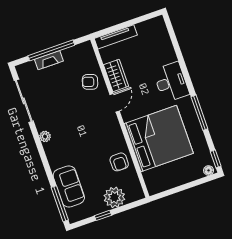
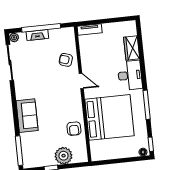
tv unit: (116, 37) -> (90, 30), width x0.71
wardrobe: (116, 75) -> (132, 48), moved, turned 180
door: (115, 103) -> (81, 81), hinge flipped
plant: (45, 136) -> (14, 37), moved
sofa: (69, 186) -> (27, 116), moved

